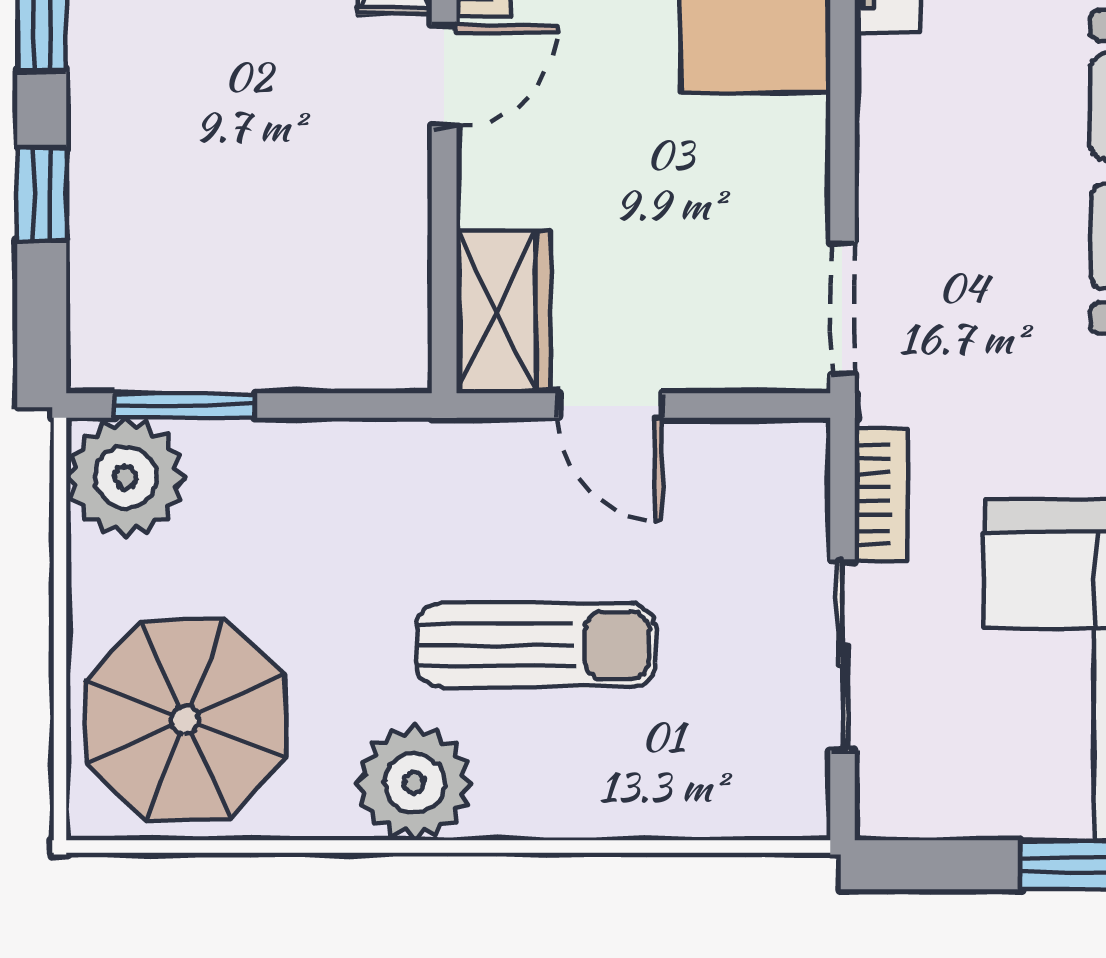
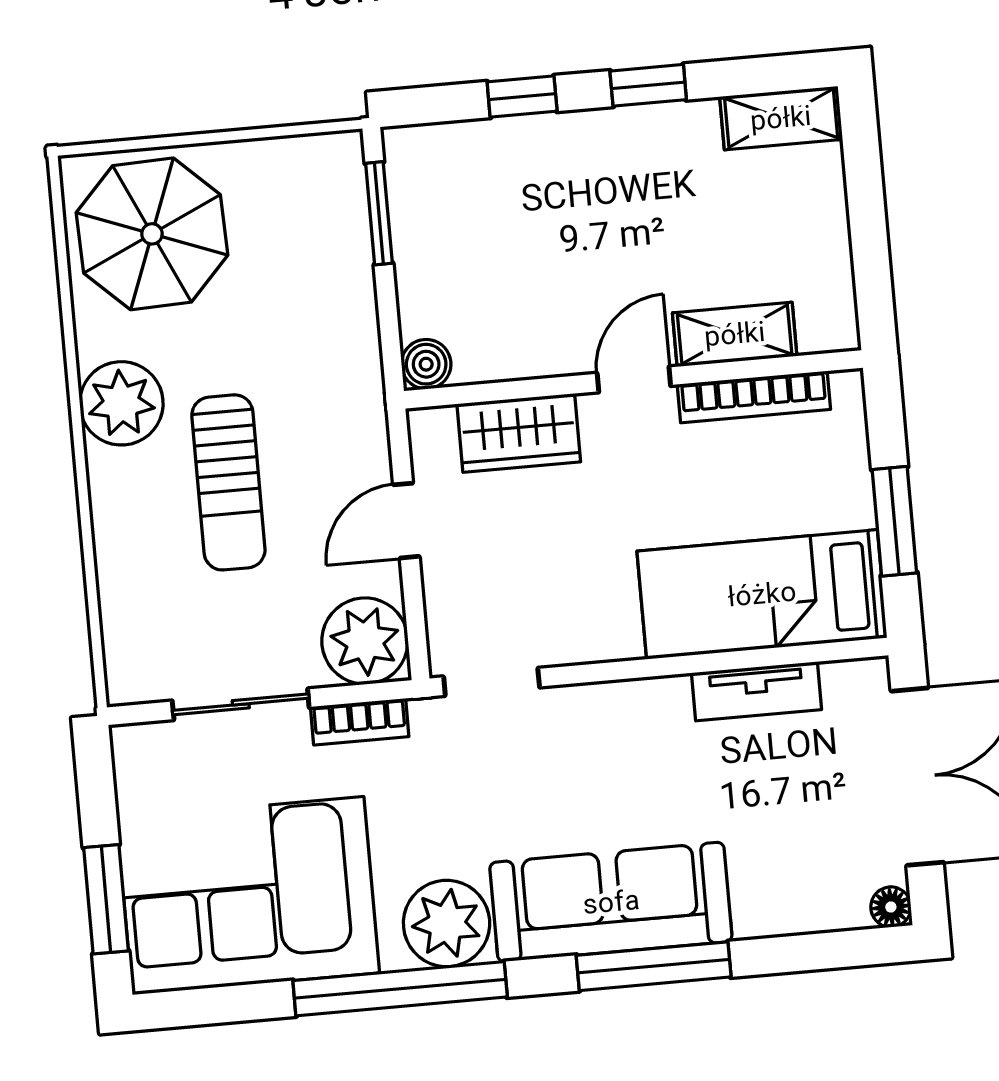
door: (444, 76) -> (634, 379), swing flipped
wardrobe: (504, 312) -> (519, 433), moved
boiler: (398, 359) -> (426, 364), added
plant: (126, 477) -> (365, 641), moved

